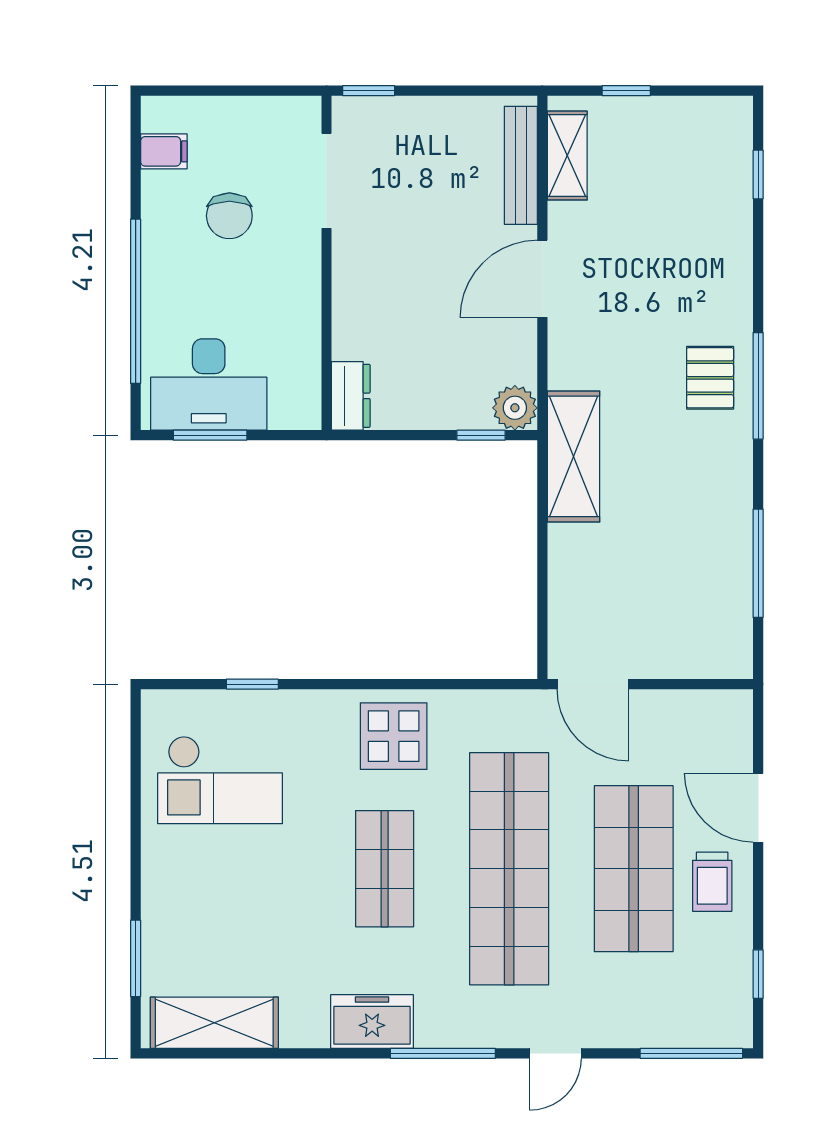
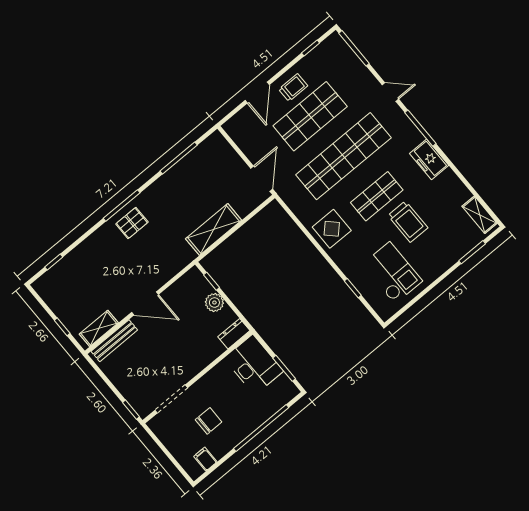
desk: (209, 384) -> (254, 365), moved
plant: (515, 408) -> (214, 303), moved
shelving: (573, 456) -> (214, 229), moved
trolley: (290, 887) -> (408, 222), added
shelving: (214, 1023) -> (480, 215), width x0.67, depth x0.75

